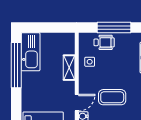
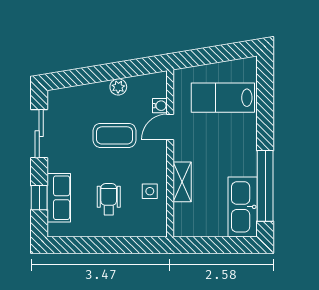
window: (114, 27) -> (112, 245), removed
wheelchair: (104, 42) -> (109, 199), moved, turned 90

